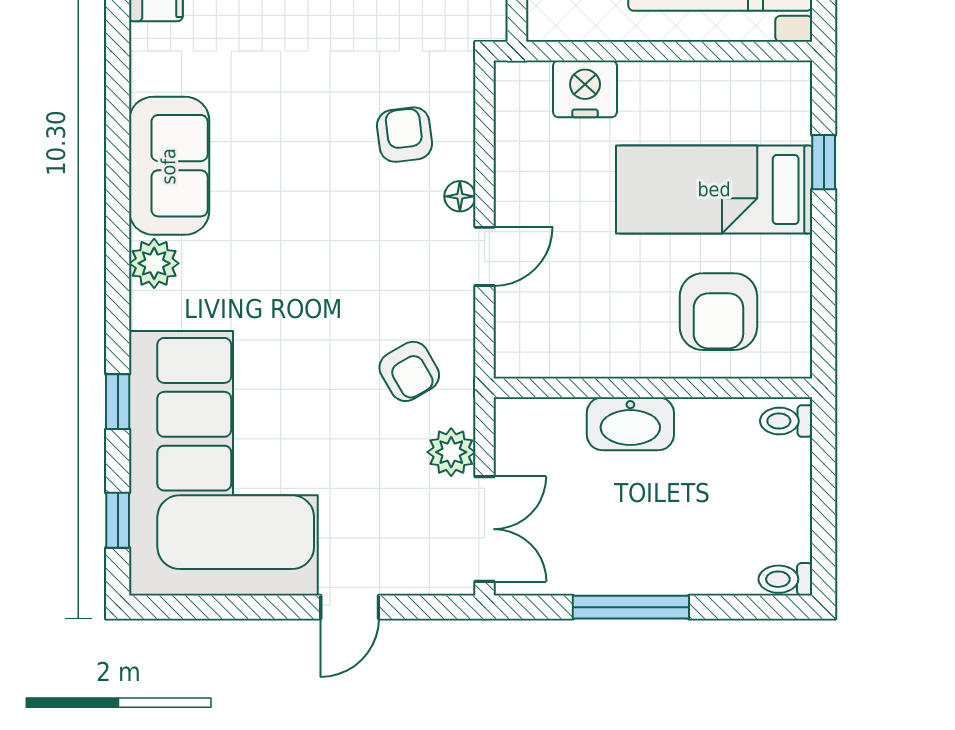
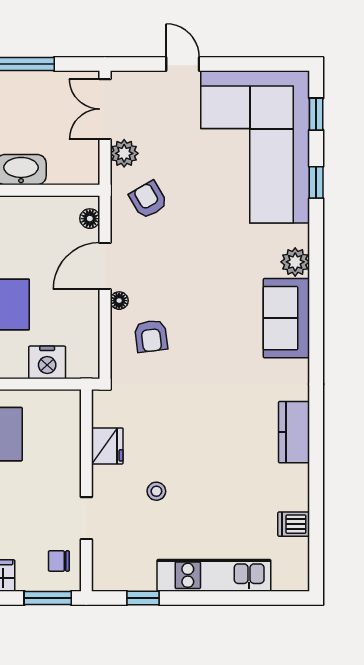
door: (485, 256) -> (105, 266), width x1.38
floor lamp: (511, 339) -> (90, 219), added
door: (350, 607) -> (183, 64), hinge flipped

